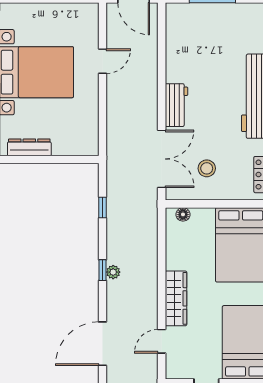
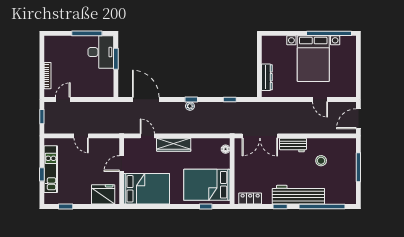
dresser: (29, 147) -> (267, 77), moved
stool: (207, 168) -> (321, 161), moved

